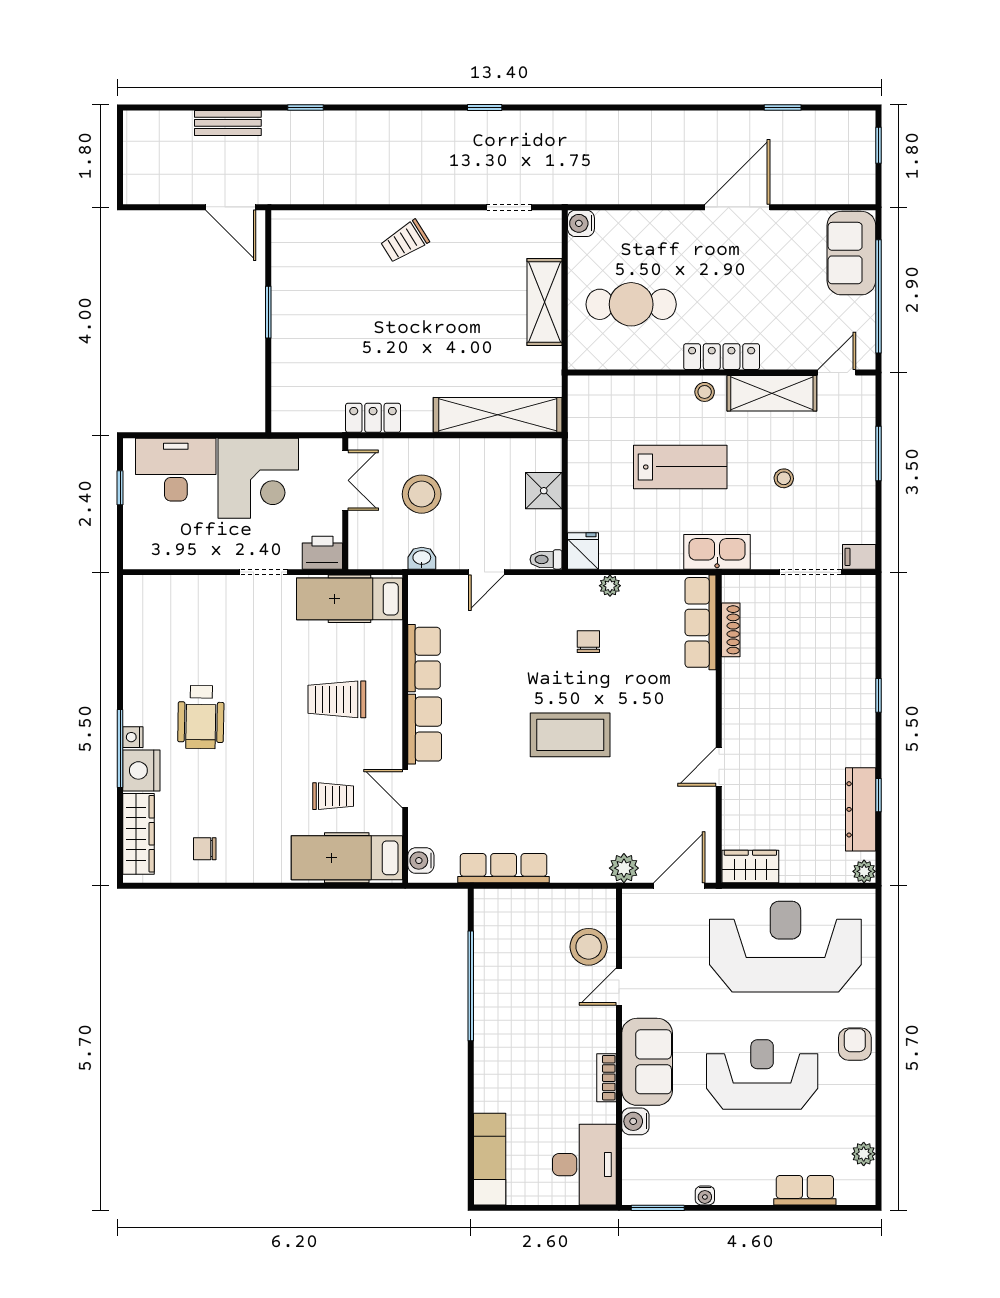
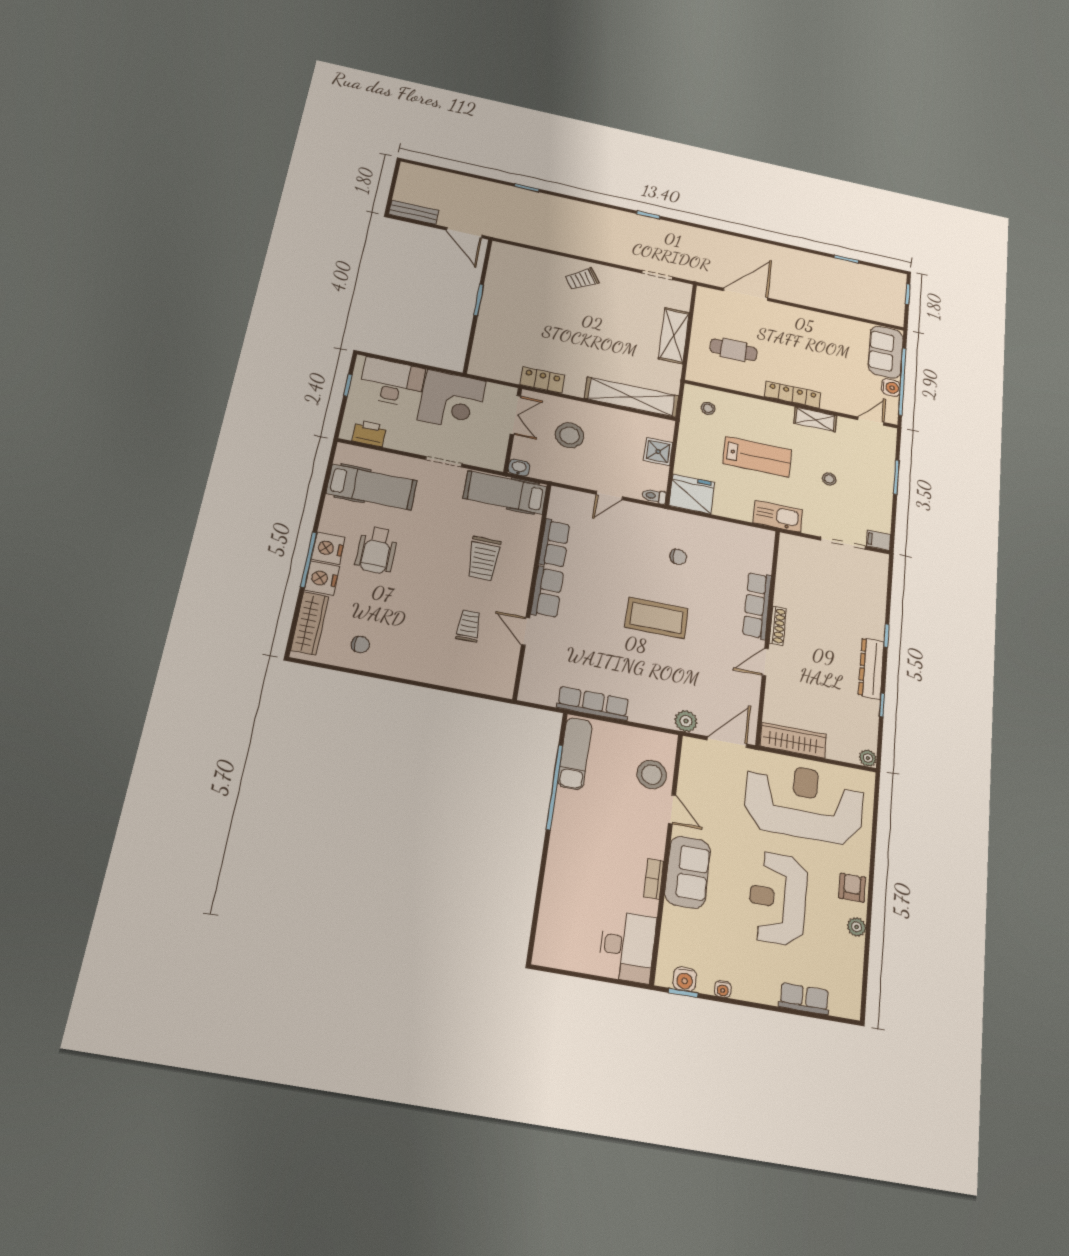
bench: (228, 123) -> (414, 212), moved
door: (737, 207) -> (746, 294), moved
water cooler: (581, 223) -> (891, 388), moved, turned 180
cafe table: (631, 304) -> (734, 350), width x0.73, depth x0.74
stool: (705, 392) -> (708, 408), moved
shelving: (772, 393) -> (815, 419), width x0.67, depth x0.75
fridge: (583, 551) -> (692, 494), width x1.88, depth x1.34
printer: (322, 553) -> (369, 433), moved
washbasin: (422, 558) -> (519, 468), moved
plant: (610, 586) -> (698, 523), removed
row of seats: (701, 622) -> (757, 605), moved
shoe rack: (731, 630) -> (778, 626), moved
chair: (588, 642) -> (678, 557), turned 90
trolley: (337, 699) -> (484, 558), turned -90
nightstand: (133, 737) -> (328, 548), width x1.89, depth x1.79
trolley: (333, 796) -> (469, 626), turned -90
dresser: (861, 809) -> (871, 668), moved
chair: (205, 849) -> (360, 644), turned 180
hospital bed: (347, 858) -> (372, 487), moved, turned 180
water cooler: (421, 861) -> (529, 686), removed
wardrobe: (750, 866) -> (793, 740), width x1.50
door: (619, 987) -> (672, 809), swing flipped
reception desk: (762, 1075) -> (778, 899), turned -90
water cooler: (635, 1121) -> (685, 979), moved, turned -90
plant: (864, 1154) -> (857, 927), moved
exam couch: (490, 1159) -> (575, 753), moved
window: (658, 1208) -> (683, 993), width x0.67

